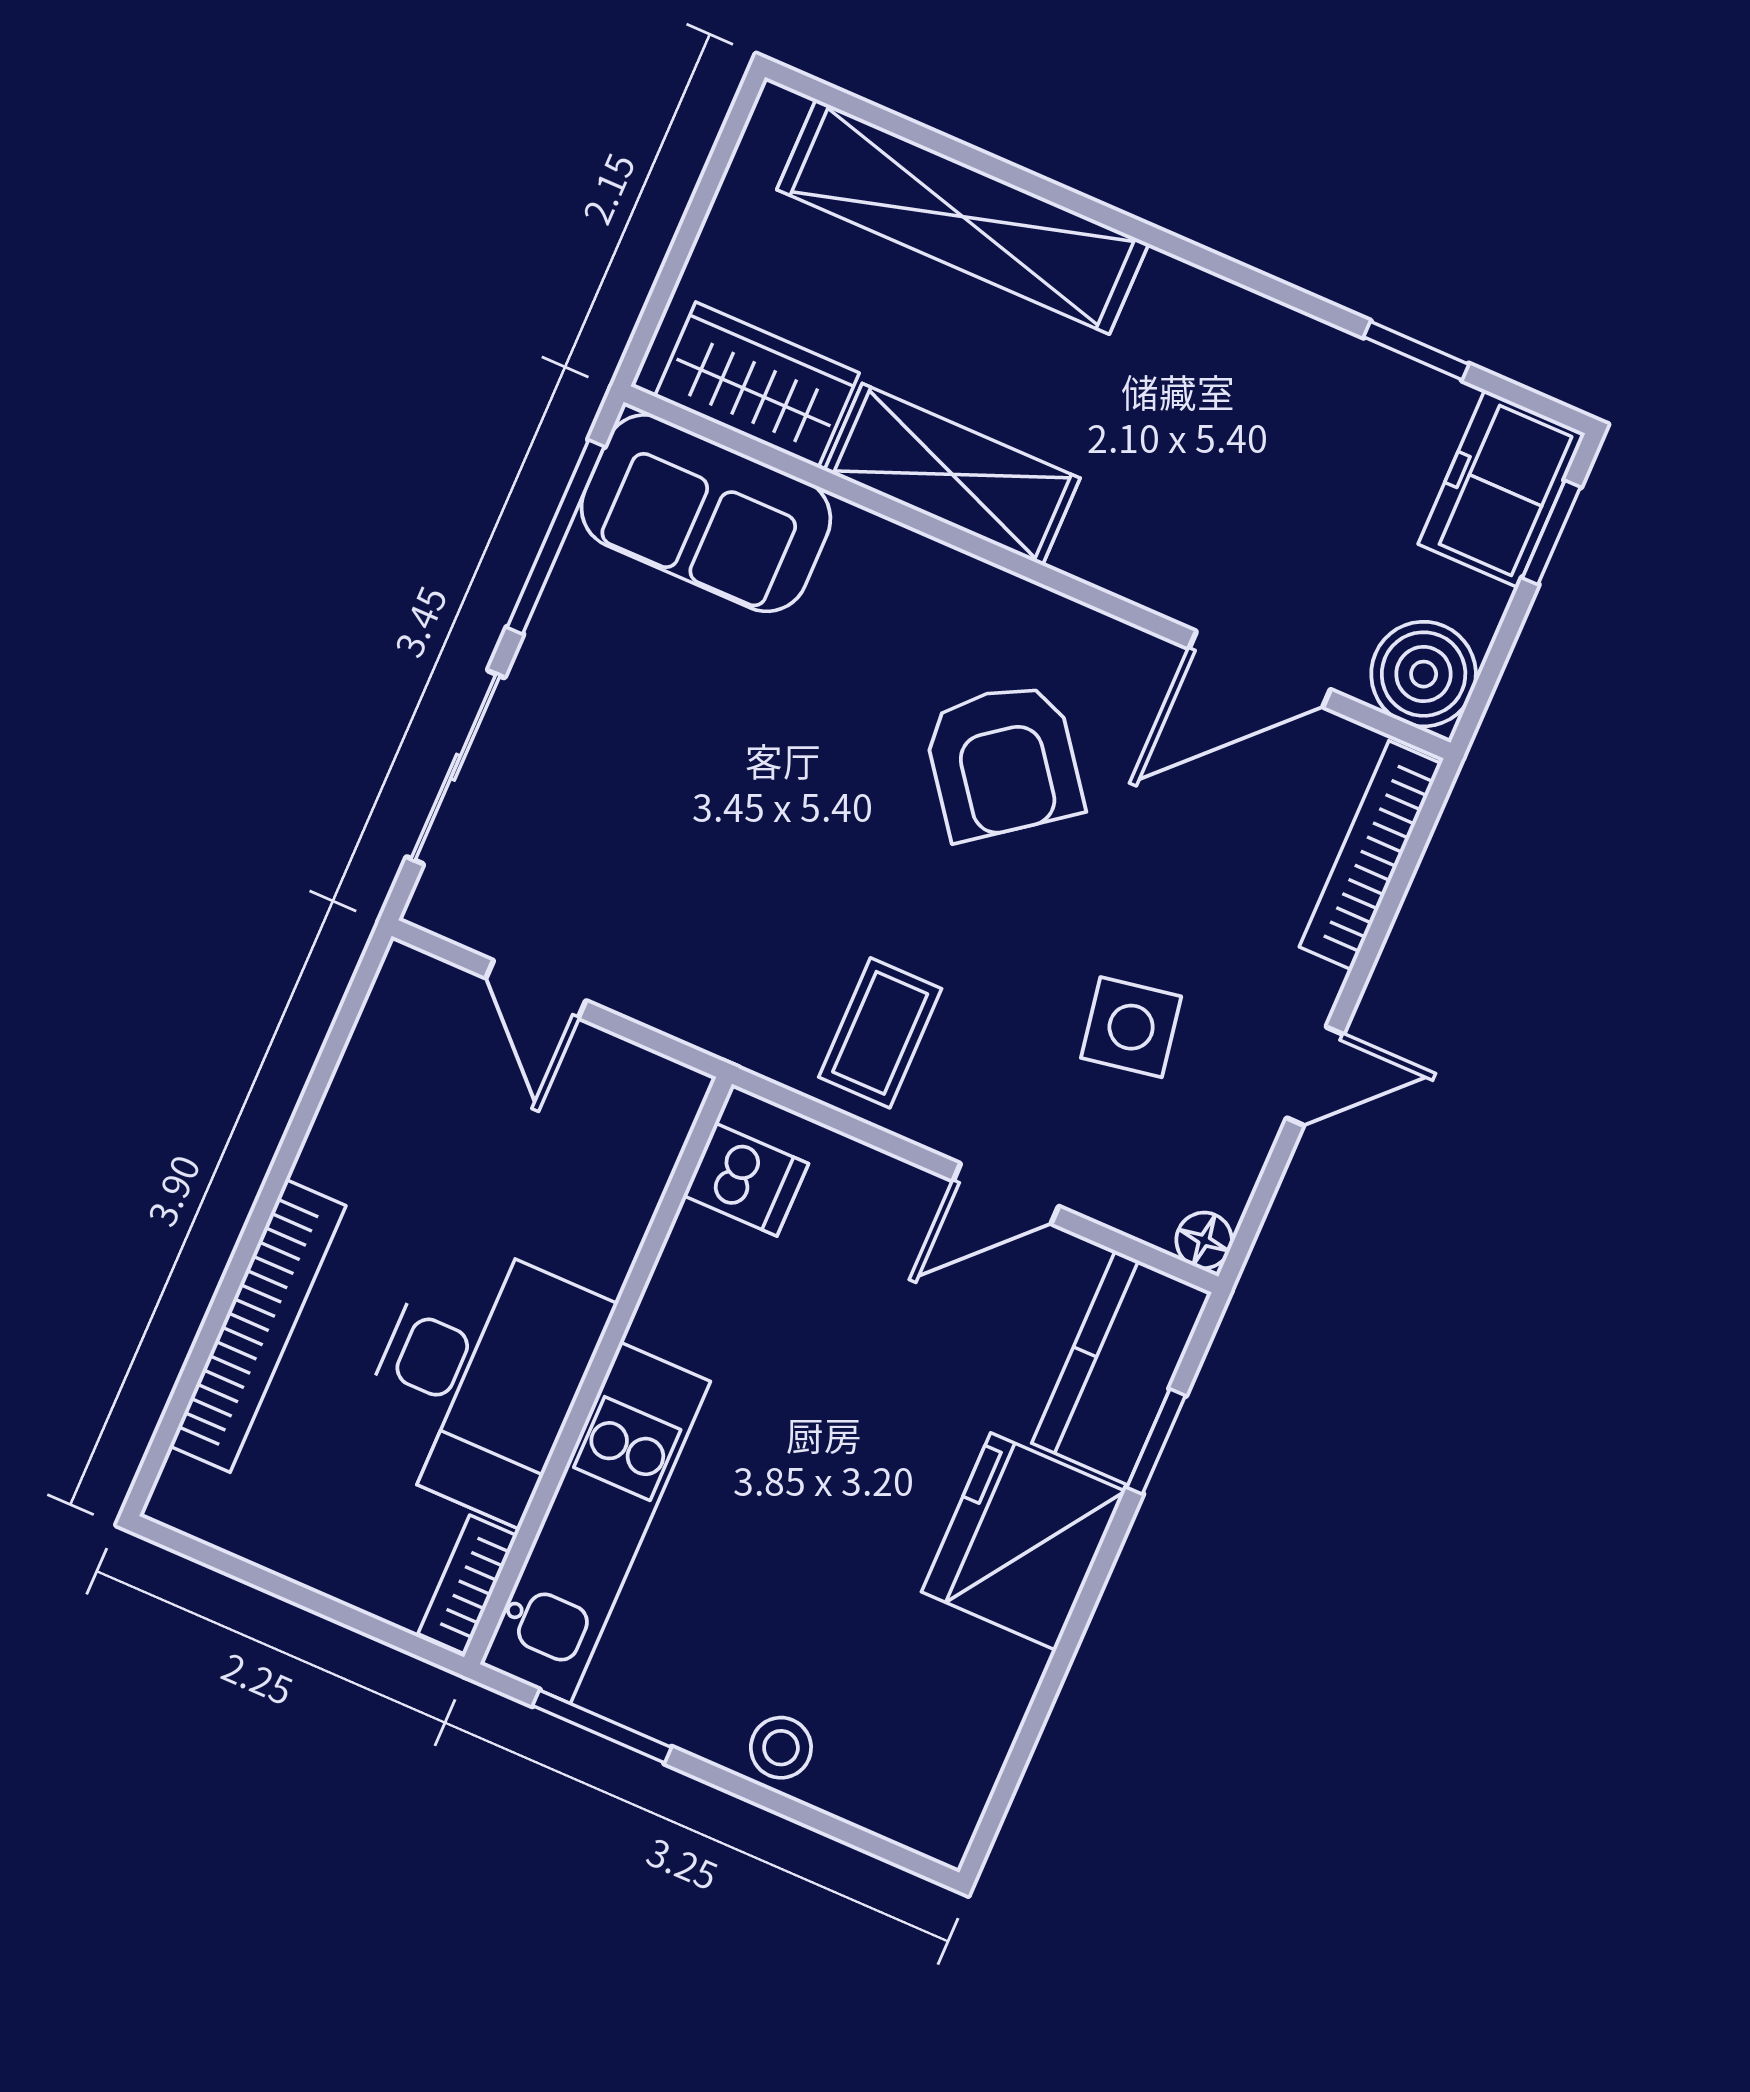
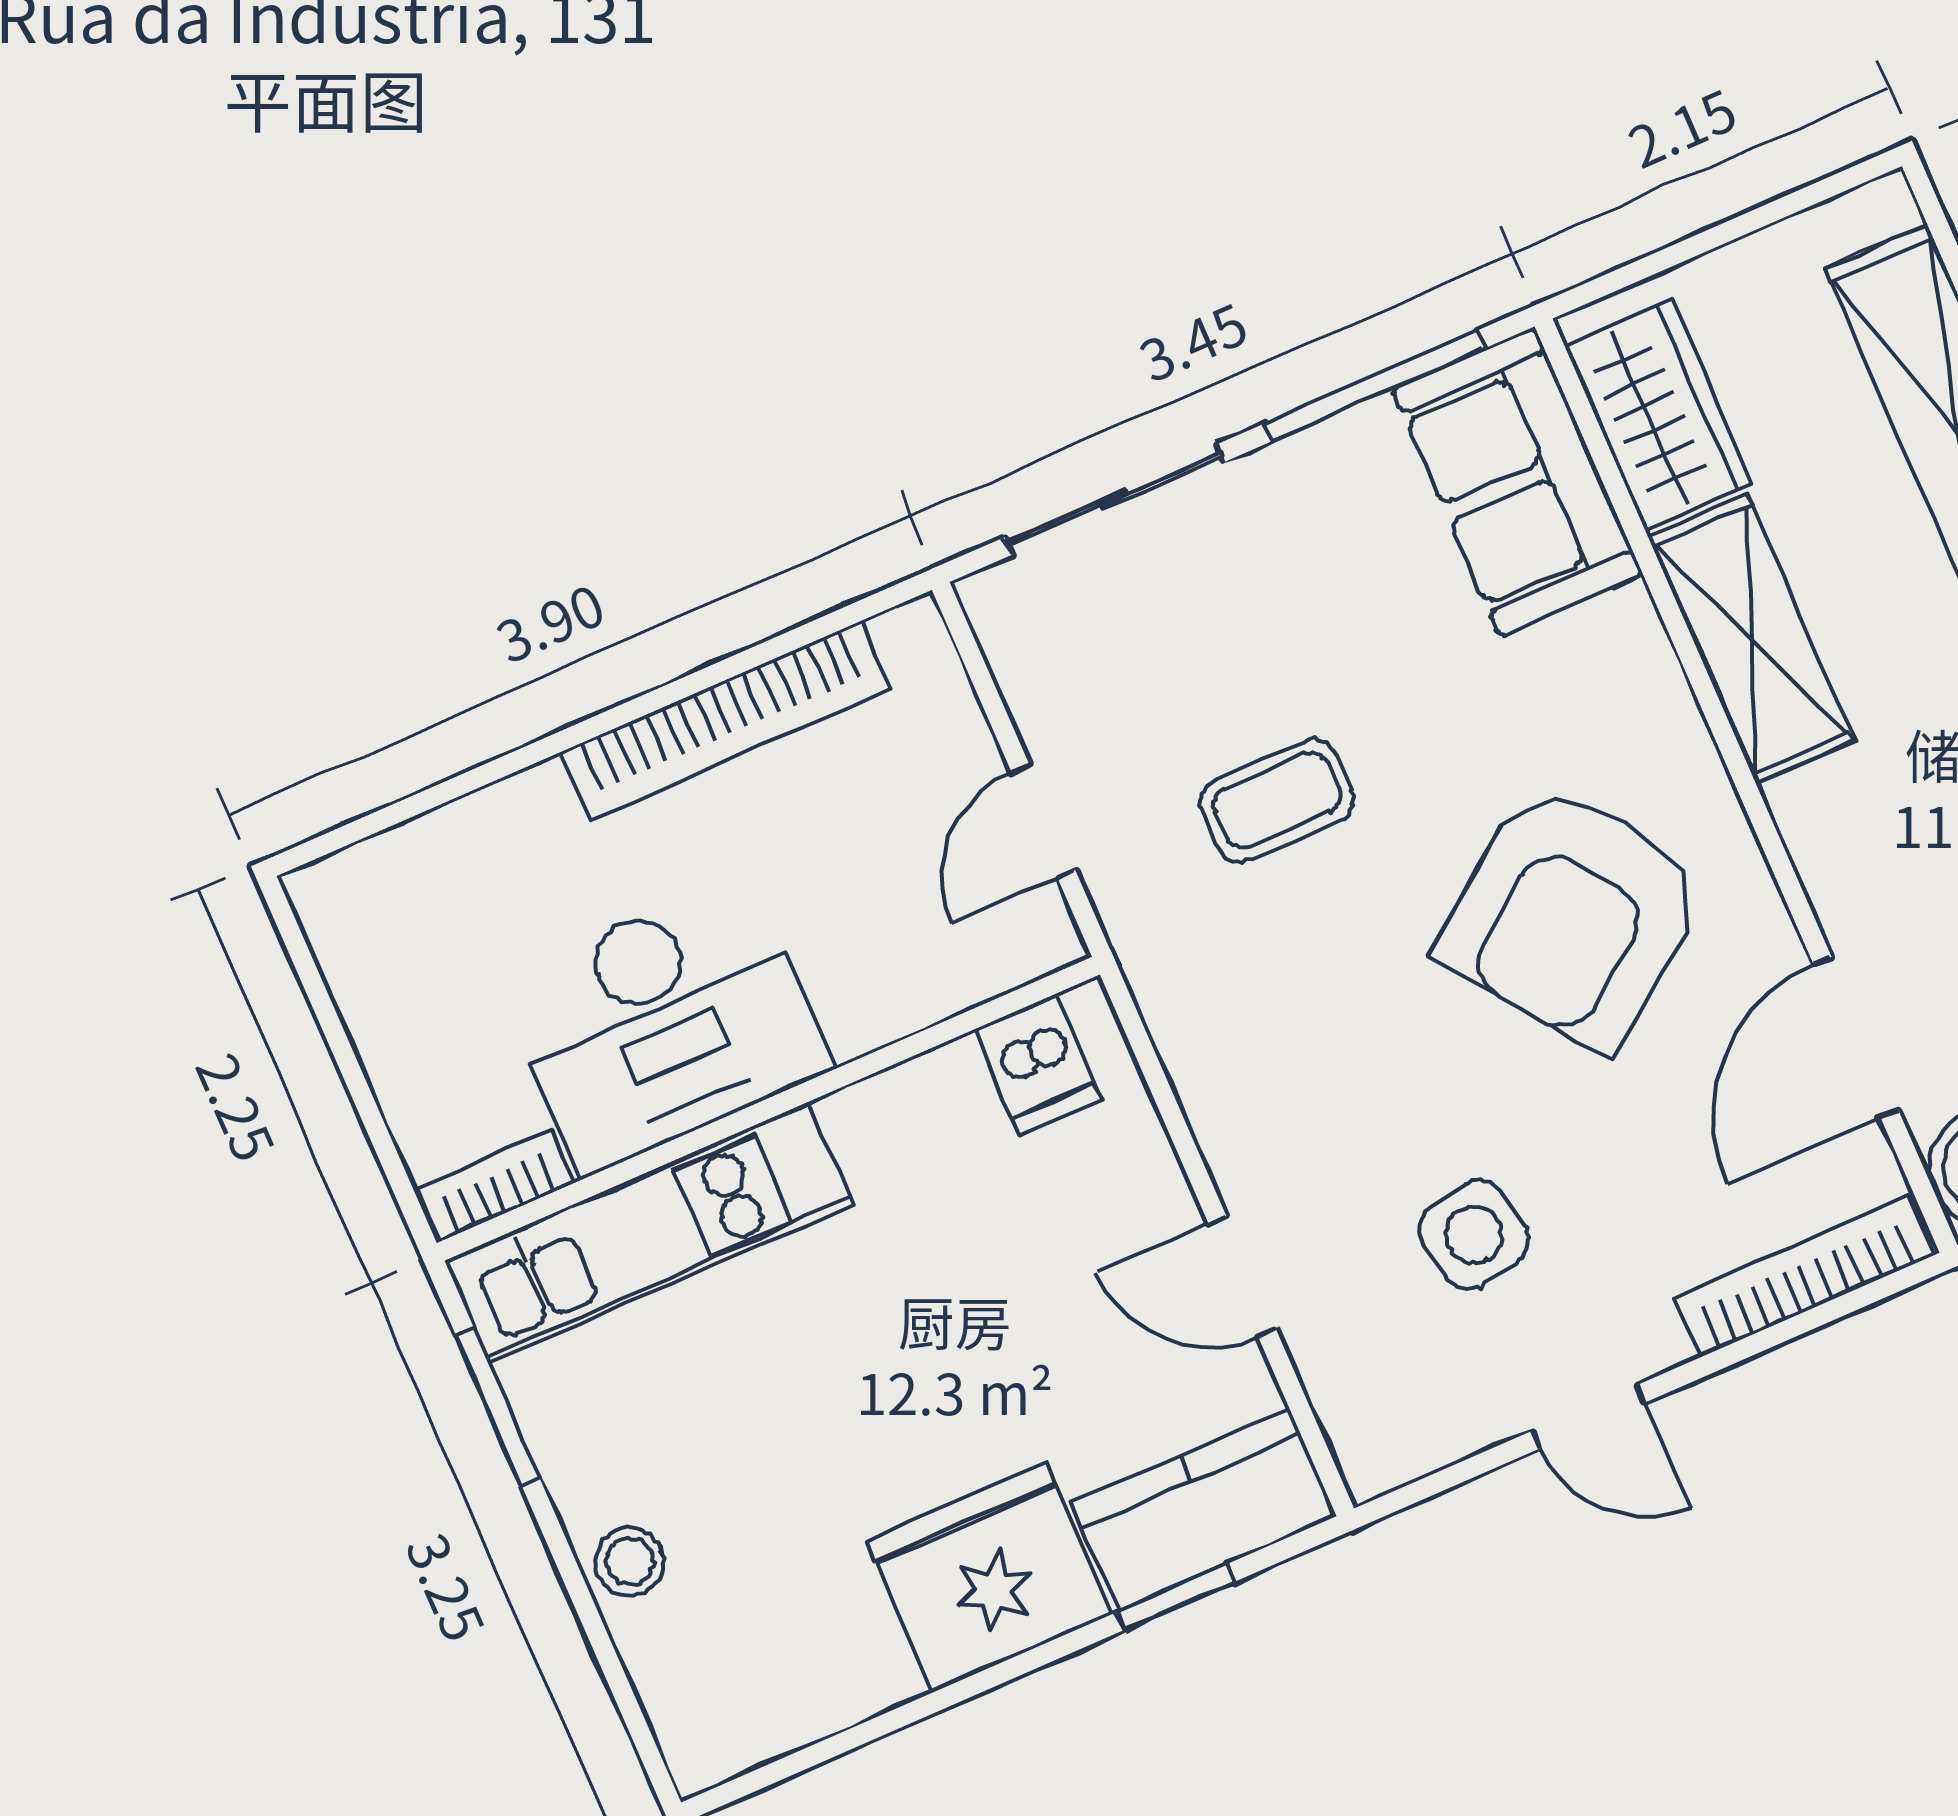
door: (1260, 669) -> (1856, 1037), hinge flipped
armchair: (1003, 761) -> (1573, 916), width x1.36, depth x1.36
door: (536, 989) -> (1043, 821), moved
coffee table: (880, 1033) -> (1277, 800), moved
floor lamp: (1204, 1240) -> (1370, 1467), removed
bookcase: (258, 1326) -> (725, 721), moved

